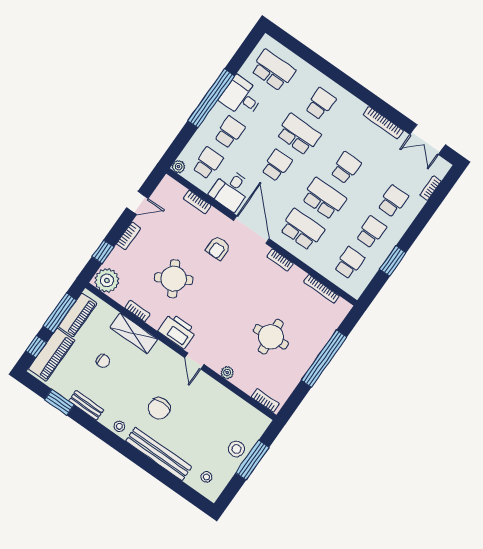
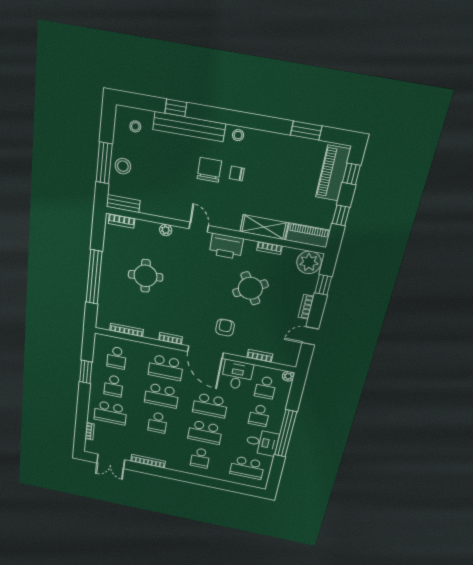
double door: (428, 140) -> (111, 461), swing flipped
school desk: (277, 165) -> (210, 405), width x1.85
school desk: (393, 201) -> (110, 413), width x1.85
window: (60, 313) -> (341, 215), width x0.46
piano: (78, 315) -> (308, 235), moved, turned 90
chair: (103, 361) -> (237, 173), moved
bench: (86, 405) -> (123, 204), moved
window: (162, 475) -> (176, 108), added

